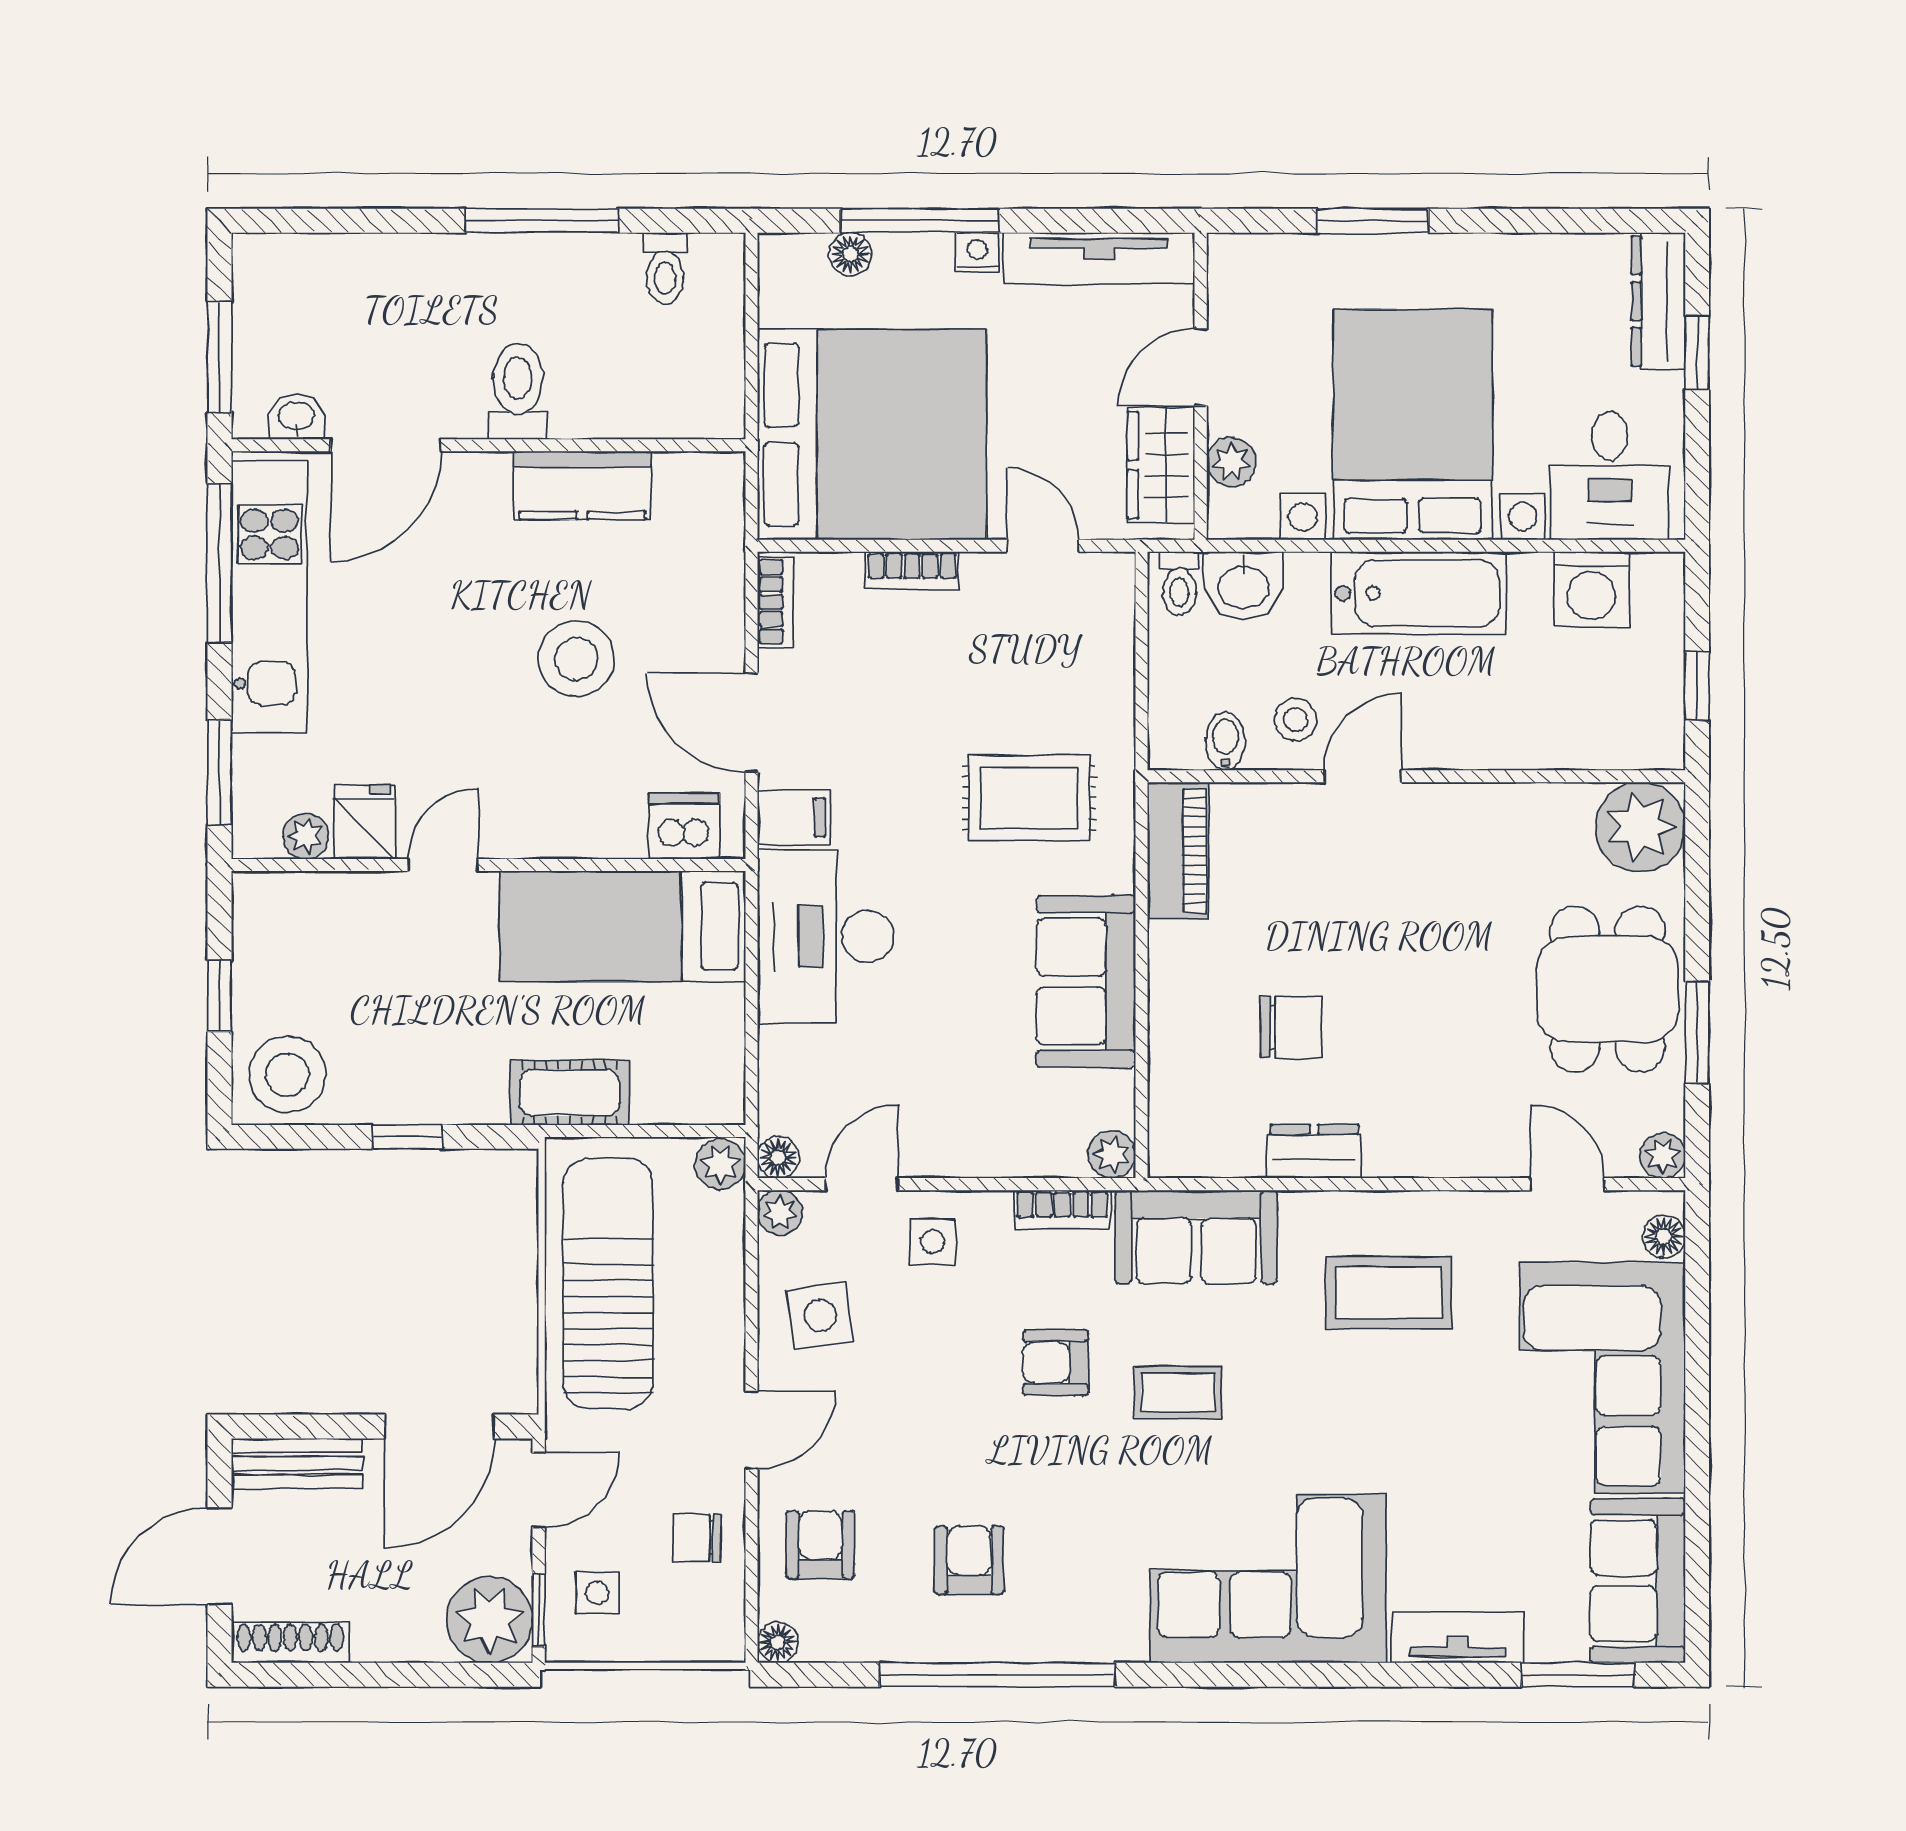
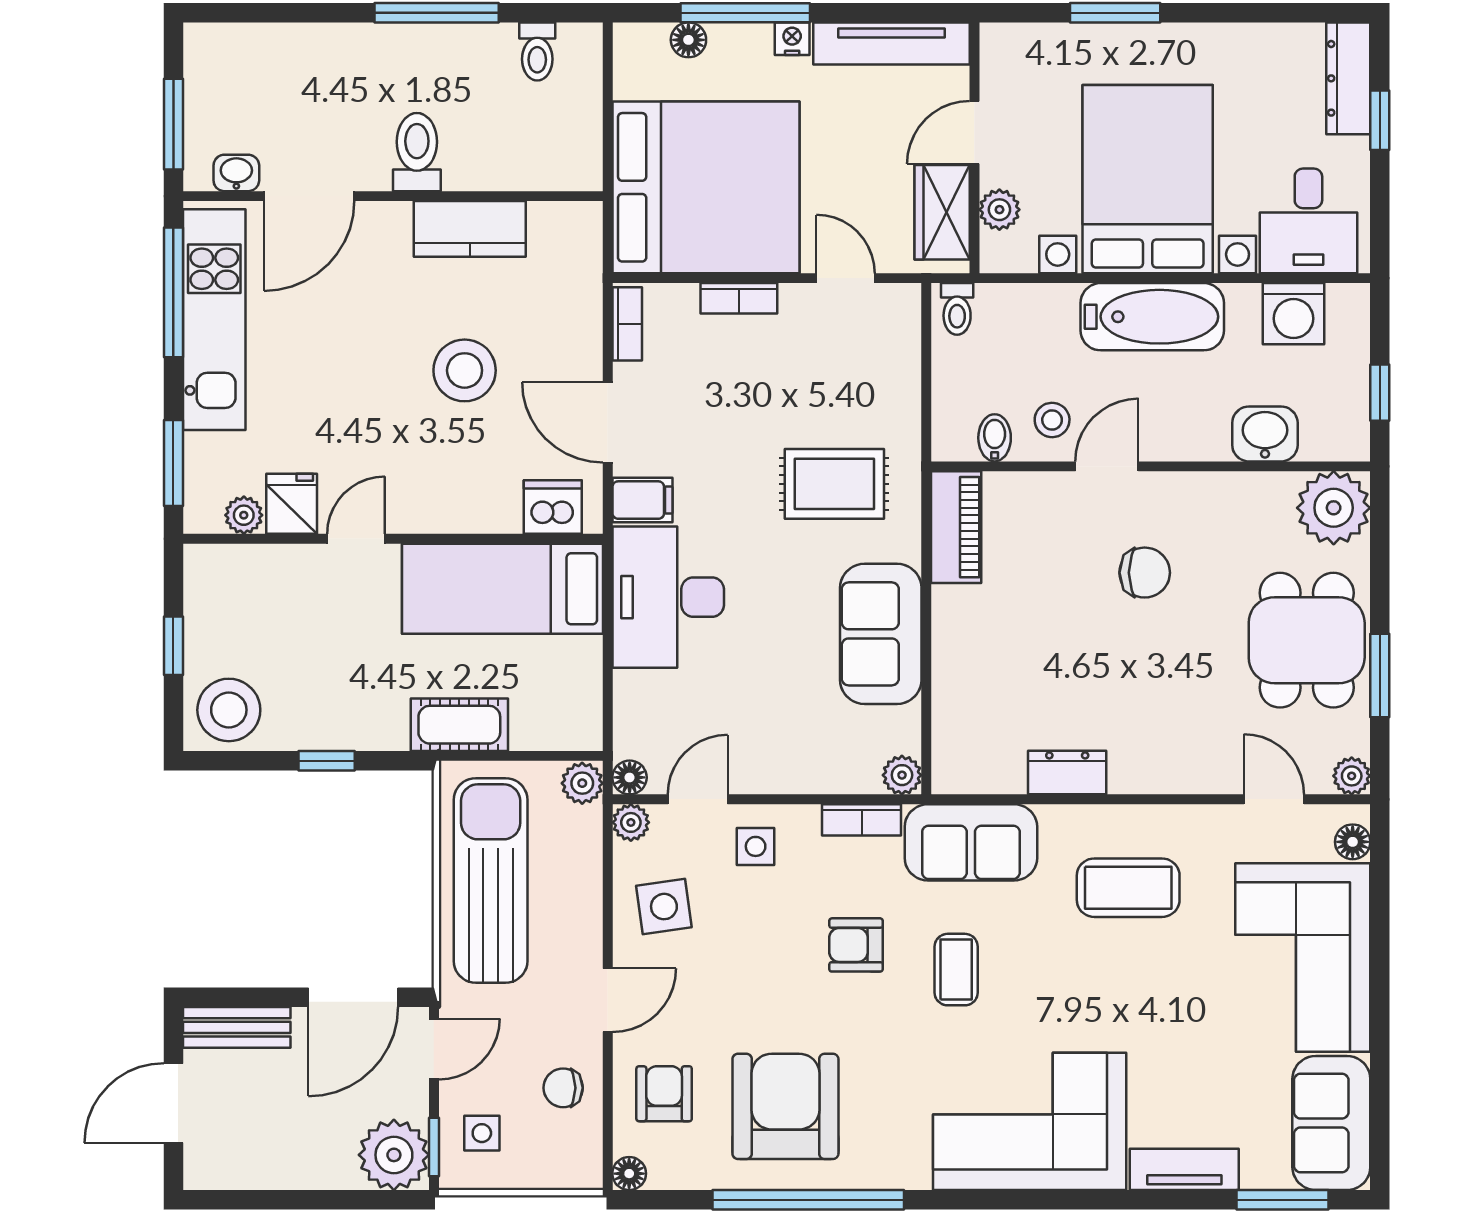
washbasin: (1243, 585) -> (1265, 434), moved, turned 180
chair: (1291, 1027) -> (1145, 573), moved
coffee table: (1178, 1393) -> (956, 970), turned 90
armchair: (969, 1560) -> (785, 1106), width x1.88, depth x1.88
shoe rack: (290, 1643) -> (231, 1174), removed

